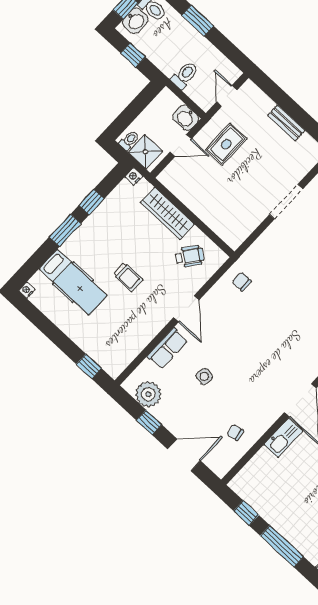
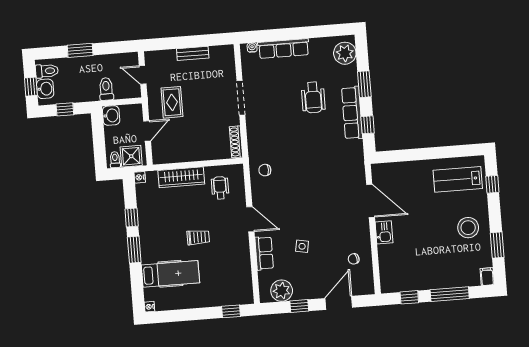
washbasin: (186, 118) -> (111, 116), moved, turned -90
shoe rack: (243, 233) -> (236, 142), added
wheelchair: (190, 256) -> (220, 188), turned -37
kitchen sink: (283, 438) -> (384, 232), width x0.73

